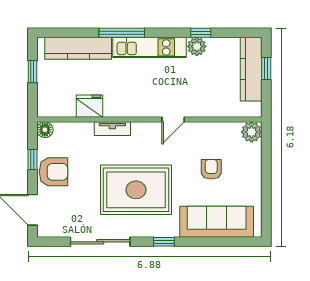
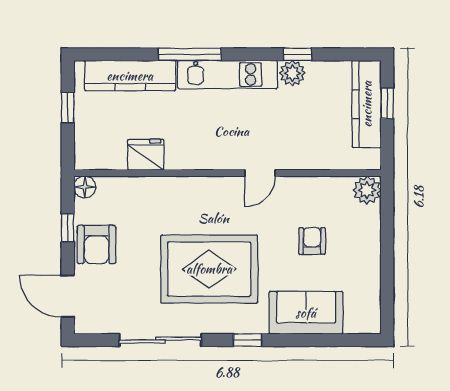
tv unit: (112, 129) -> (177, 185), removed
armchair: (53, 172) -> (96, 244), turned 90
sofa: (217, 222) -> (306, 313), width x0.73

